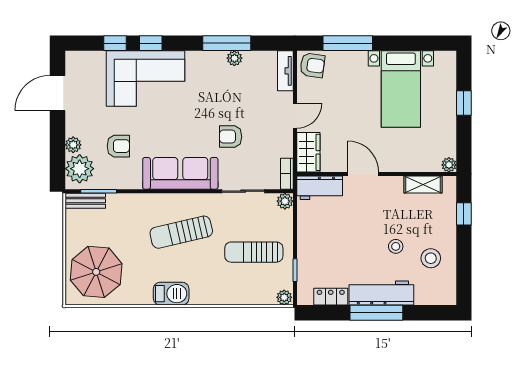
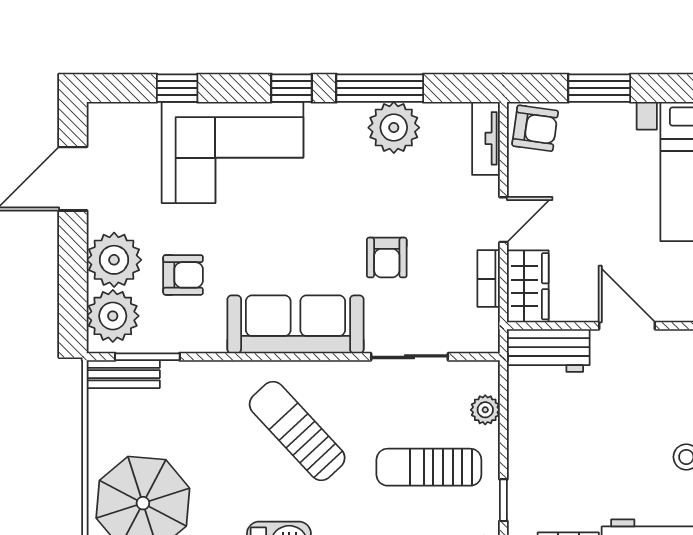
window: (151, 43) -> (292, 88), moved
window: (348, 43) -> (599, 88), width x0.69
plant: (234, 58) -> (394, 128), width x1.88, depth x1.88
armchair: (231, 137) -> (387, 258), turned -90
plant: (73, 145) -> (114, 260), width x1.88, depth x1.88
bookcase: (287, 174) -> (489, 279), moved
plant: (285, 201) -> (485, 410), moved
sun lounger: (181, 232) -> (297, 431), turned 60

